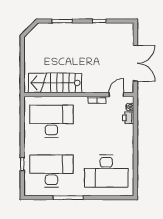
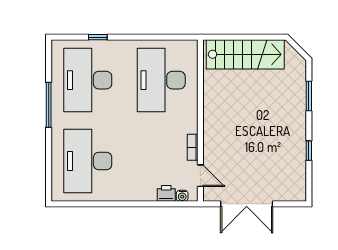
stairs: (55, 83) -> (245, 54), moved, turned 90
desk: (51, 121) -> (161, 80), turned 180
desk: (51, 171) -> (88, 80), turned 180

